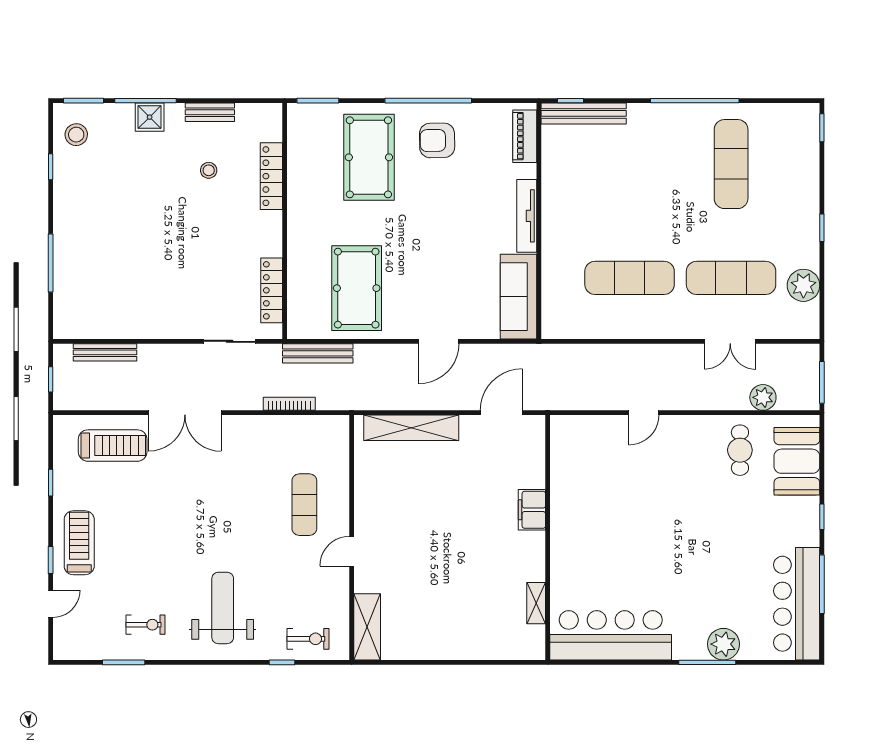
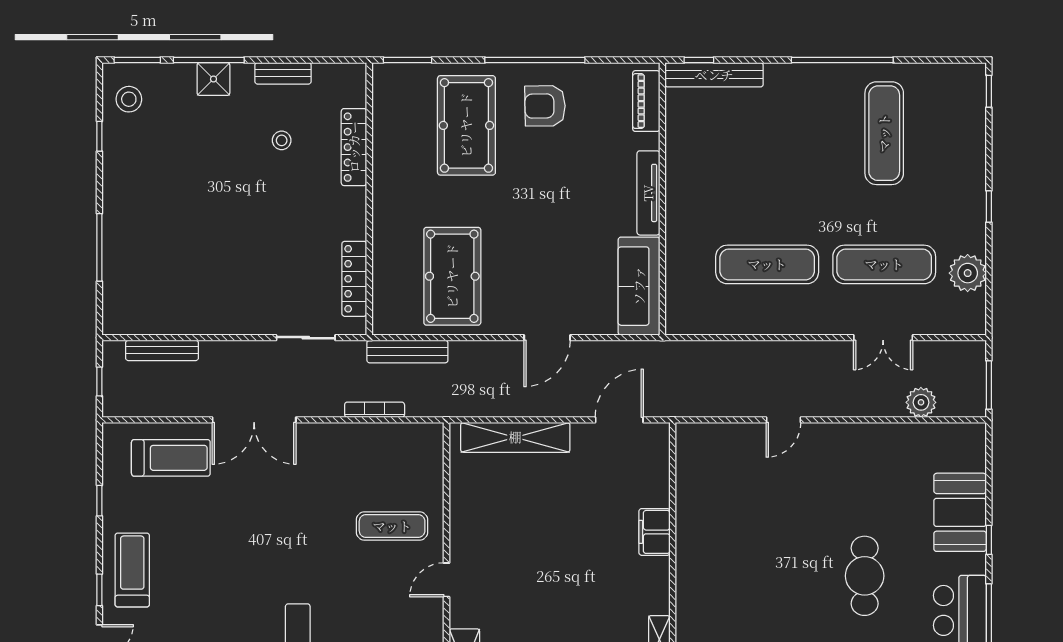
cafe table: (740, 450) -> (865, 576), moved, width x1.37, depth x1.35
booth: (797, 461) -> (960, 512), moved
exercise mat: (304, 505) -> (392, 526), turned 90

